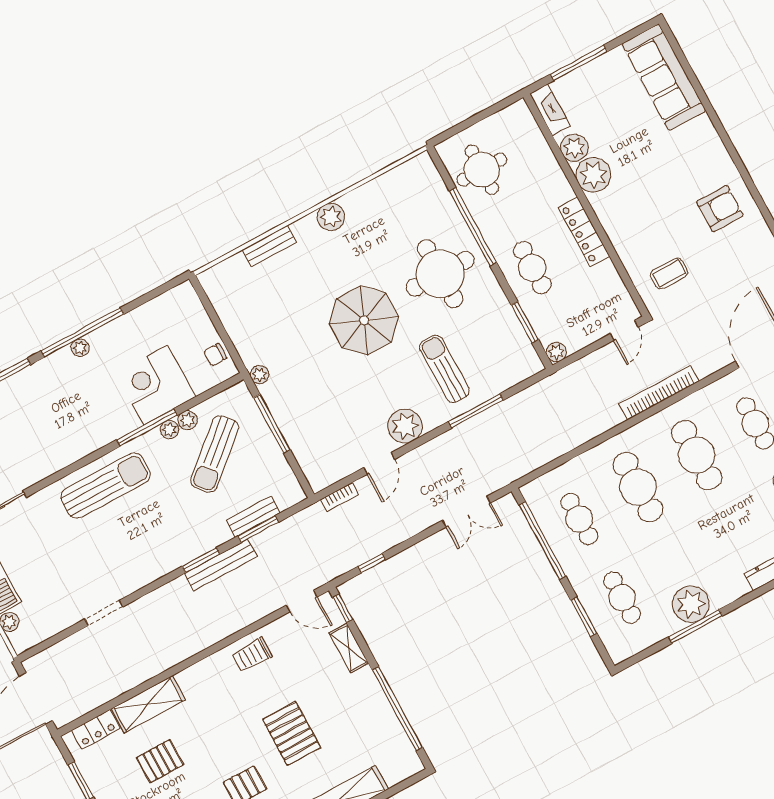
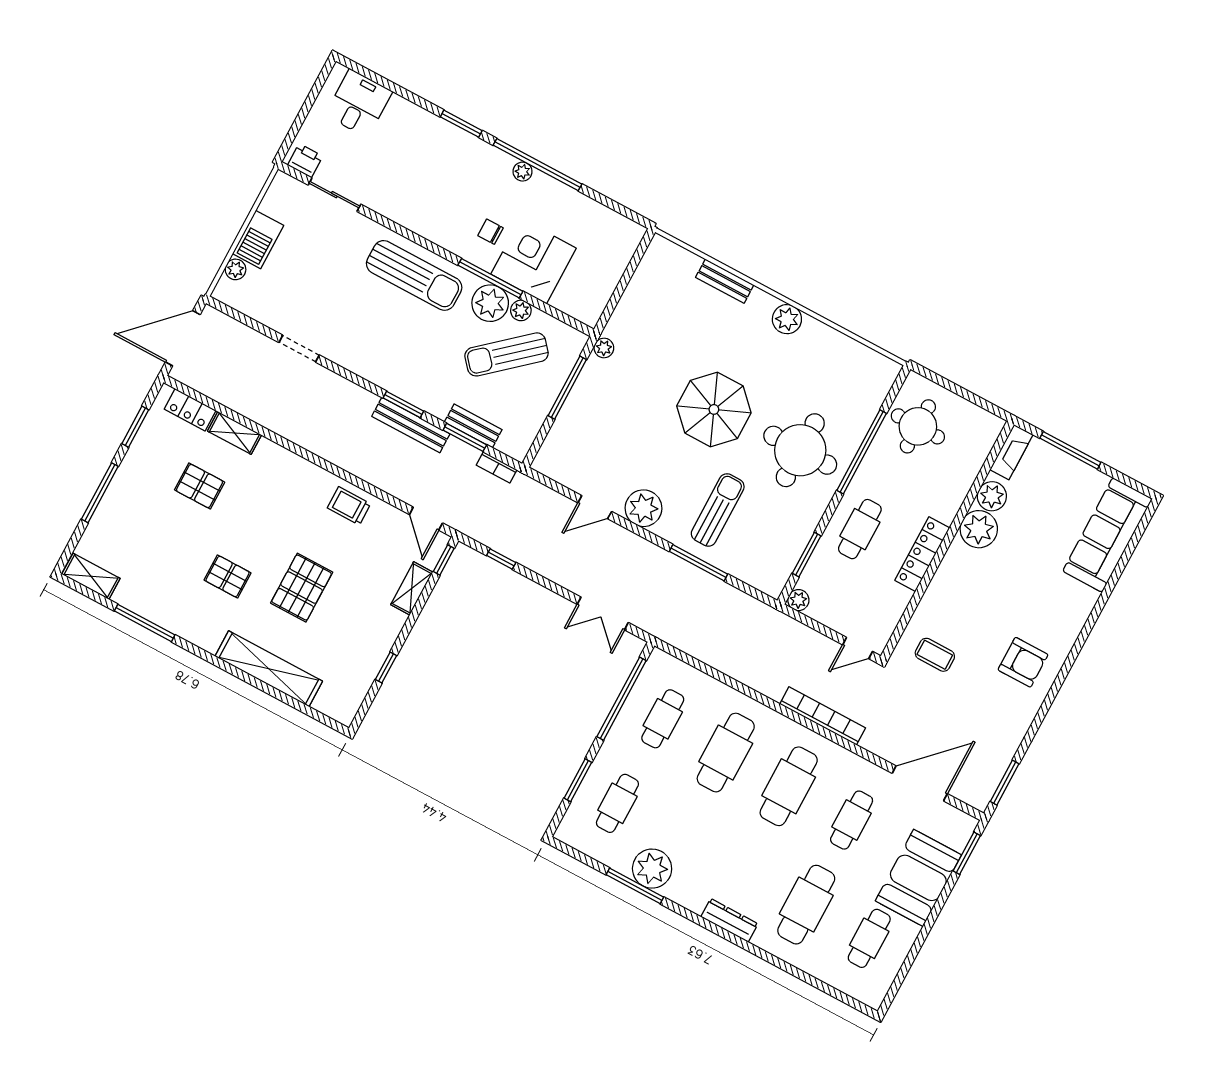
chair: (215, 355) -> (490, 232), moved
plant: (169, 430) -> (490, 303), width x1.87, depth x1.87
bookcase: (340, 497) -> (497, 467), moved
shelving: (148, 704) -> (235, 433), width x0.67, depth x0.75
window: (397, 709) -> (386, 668), width x0.32

